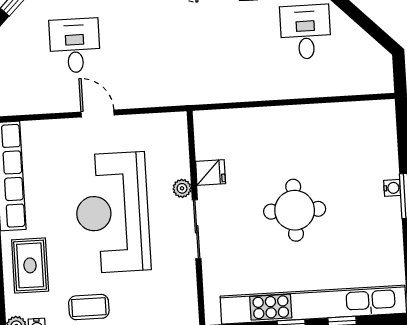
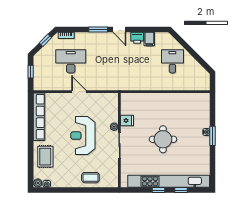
desk: (75, 46) -> (71, 61), width x1.37
reception desk: (112, 213) -> (83, 136), width x0.74, depth x0.77
coffee table: (89, 307) -> (90, 178), moved

